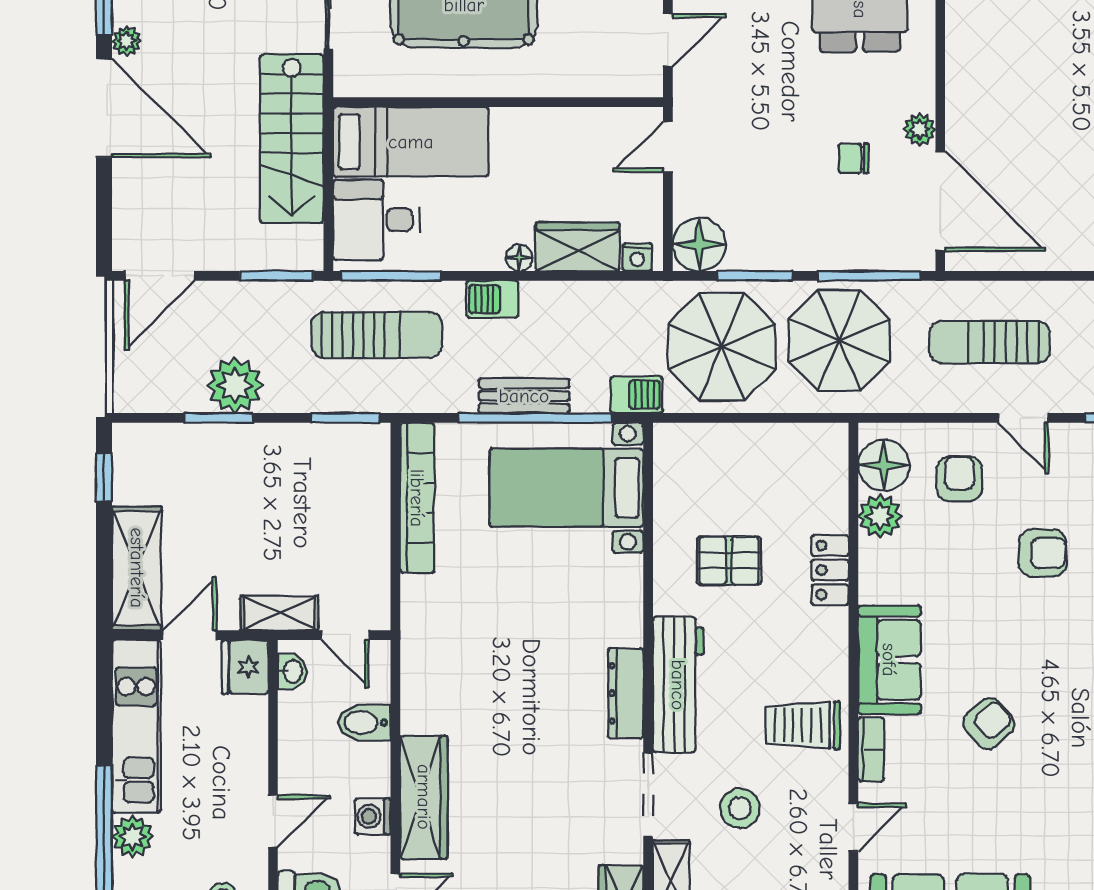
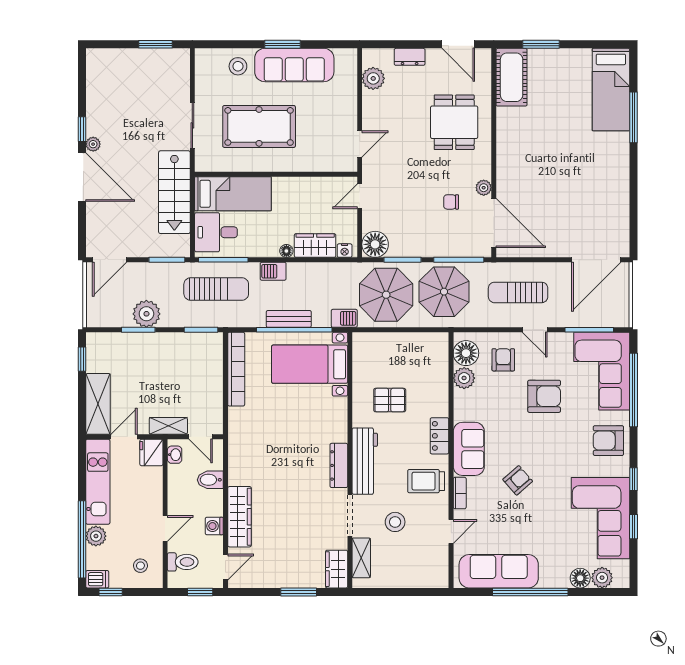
armchair: (1043, 553) -> (544, 396), width x1.38, depth x1.38
locker: (830, 570) -> (439, 436), moved

